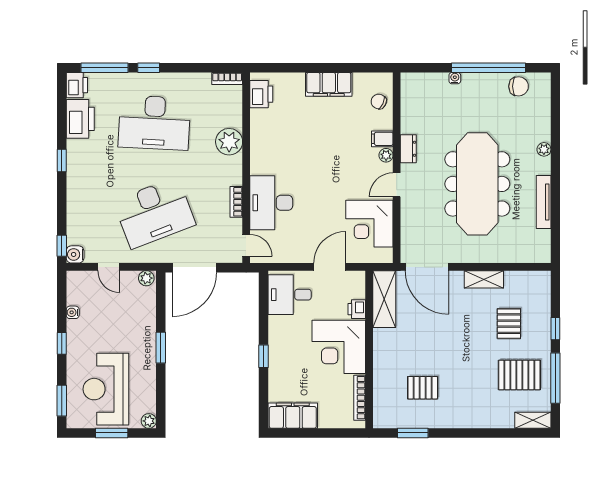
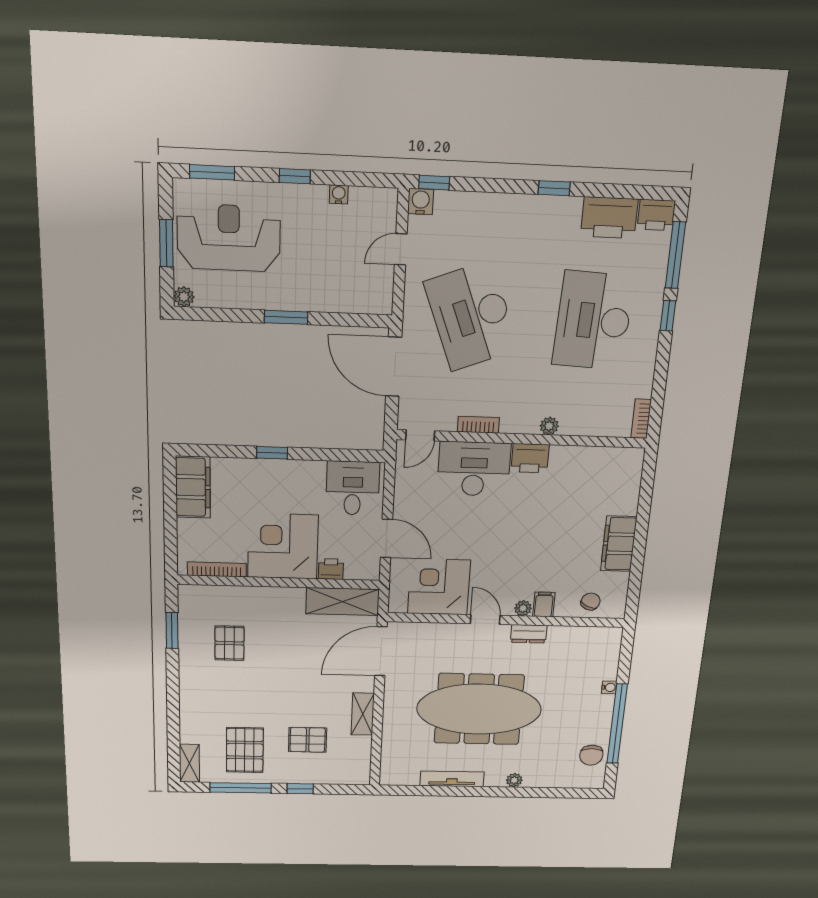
printer: (261, 94) -> (530, 458), moved
plant: (229, 142) -> (549, 426), width x0.53, depth x0.53
plant: (146, 278) -> (382, 301), removed

